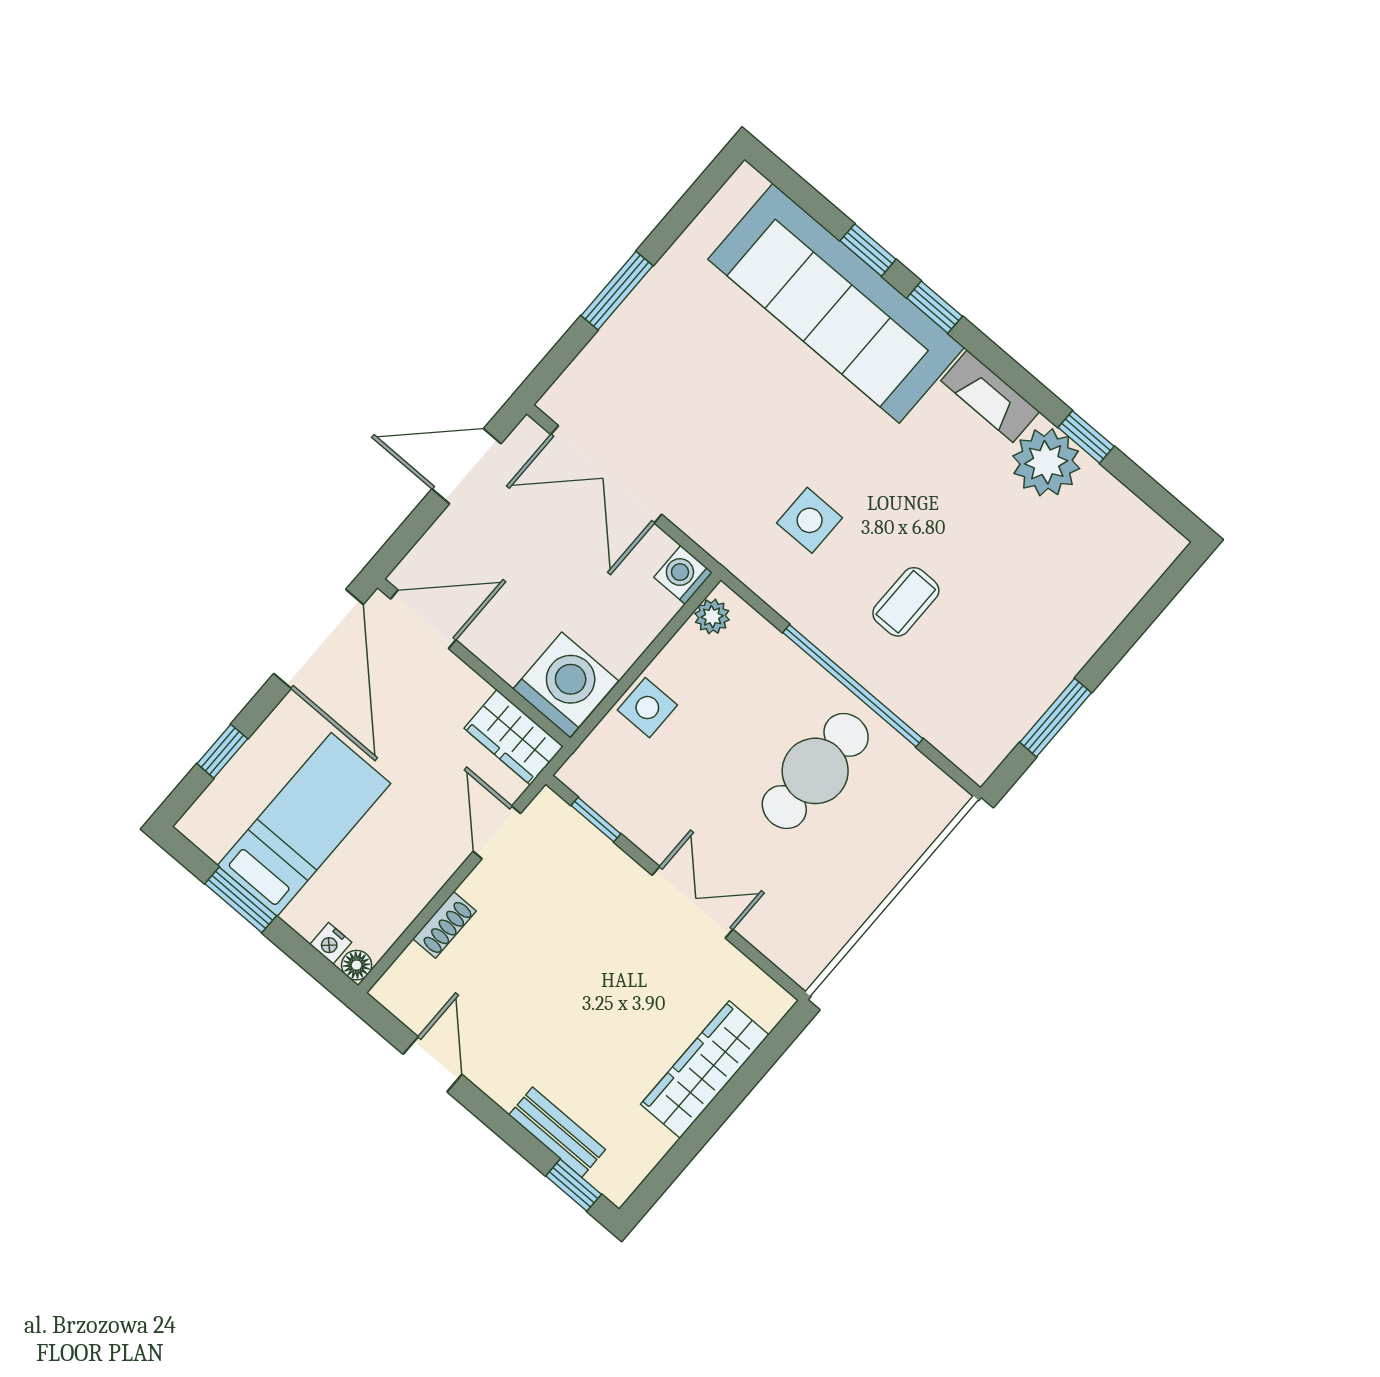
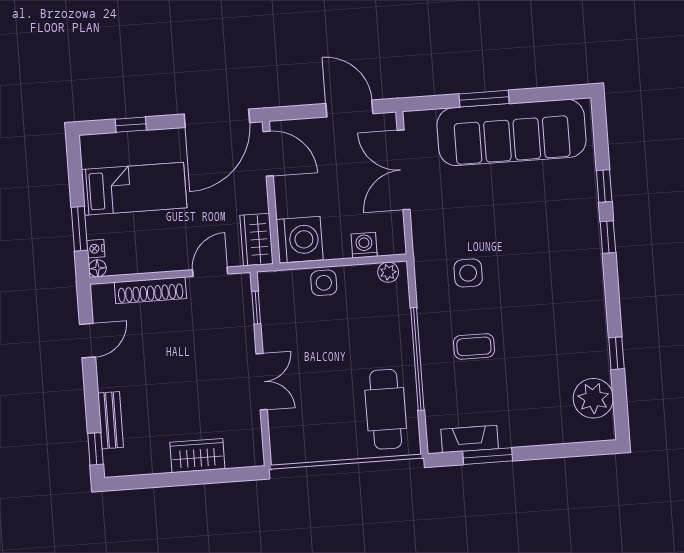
sofa: (836, 303) -> (512, 132), moved, turned -90
fireplace: (990, 396) -> (470, 439), moved, turned 90
plant: (1046, 462) -> (593, 398), moved
washing machine: (683, 575) -> (364, 245), moved
cafe table: (815, 771) -> (386, 409), moved, turned 90
window: (241, 900) -> (79, 229), moved
shoe rack: (445, 925) -> (150, 290), width x1.94, depth x1.24
wardrobe: (705, 1070) -> (197, 456), width x0.67

